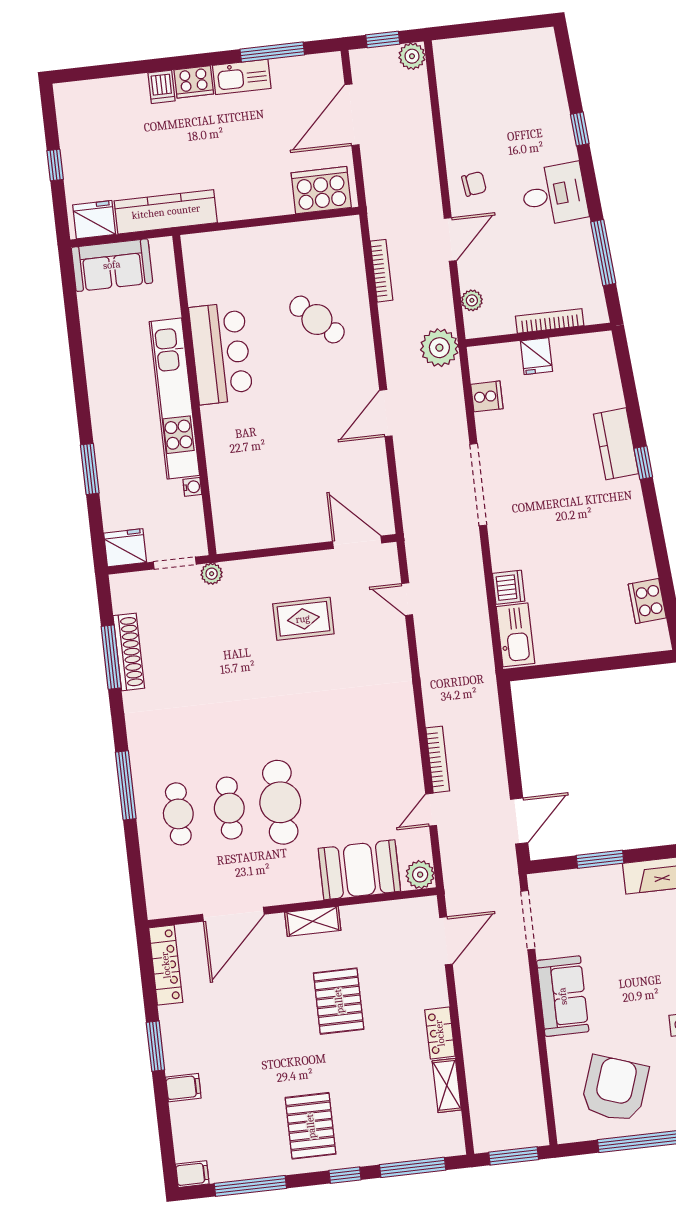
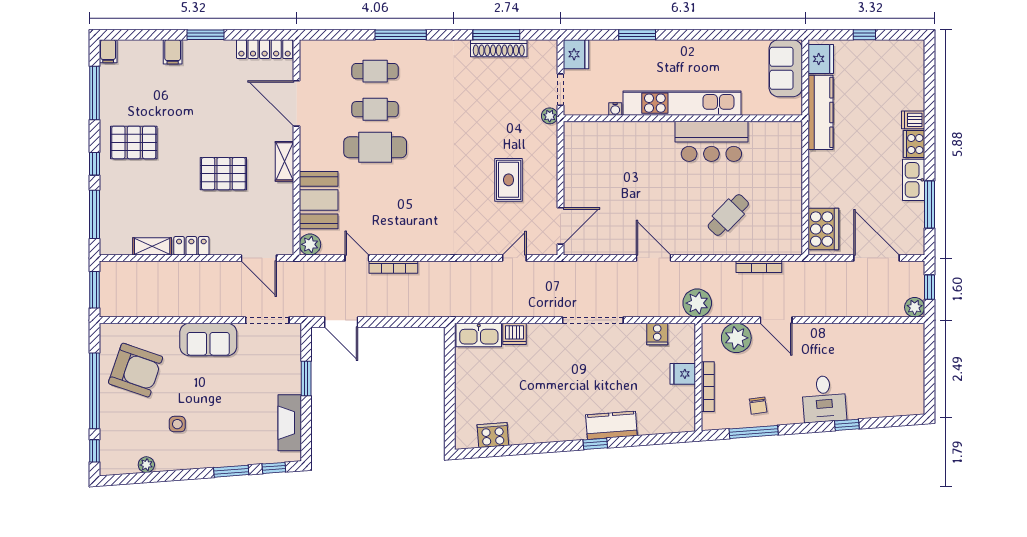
chair: (474, 184) -> (758, 406), moved
desk: (554, 194) -> (824, 399), moved
plant: (472, 300) -> (736, 338), width x1.88, depth x1.88

